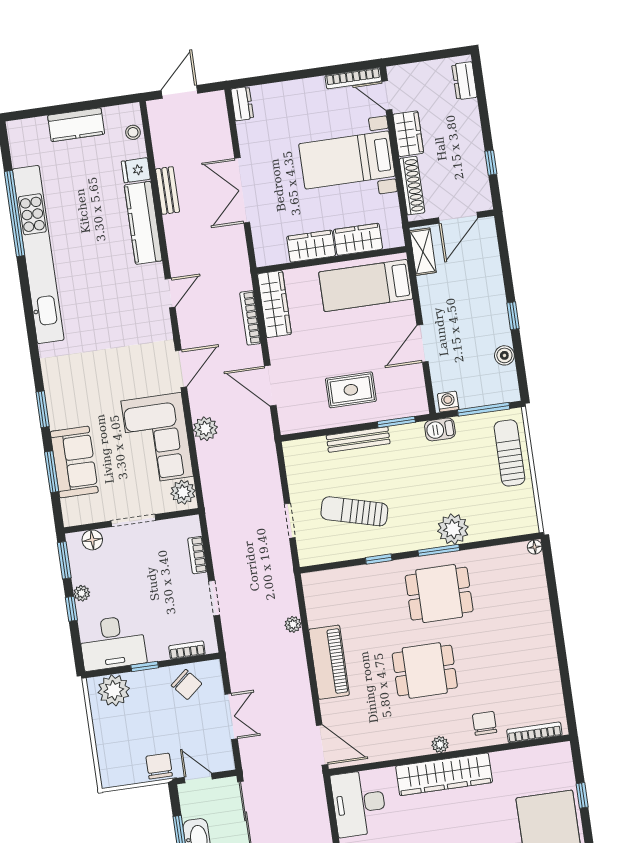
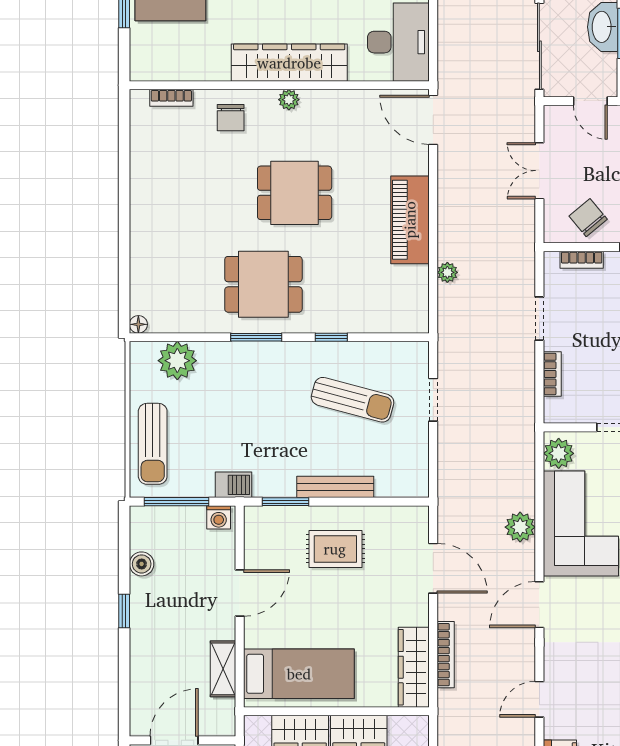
shelving: (423, 252) -> (223, 669), moved
plant: (453, 529) -> (177, 361), moved
bookcase: (534, 732) -> (171, 98), width x0.64

